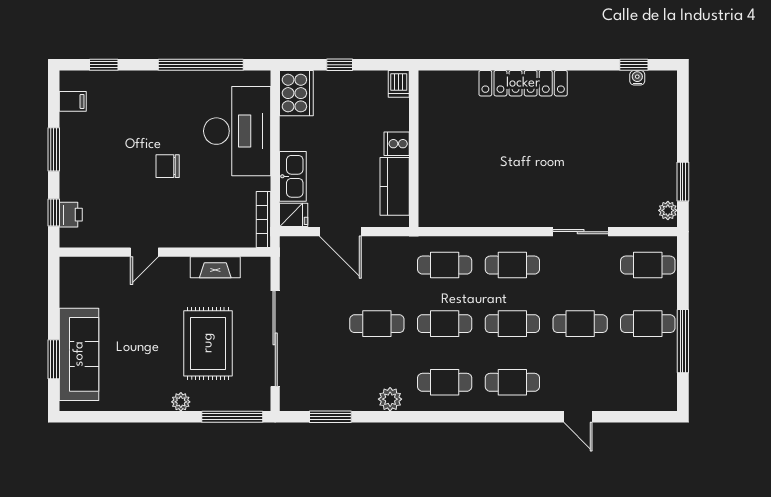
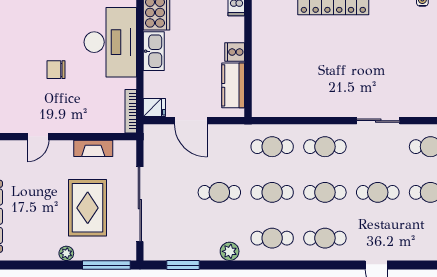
kitchen sink: (293, 176) -> (154, 51), moved

